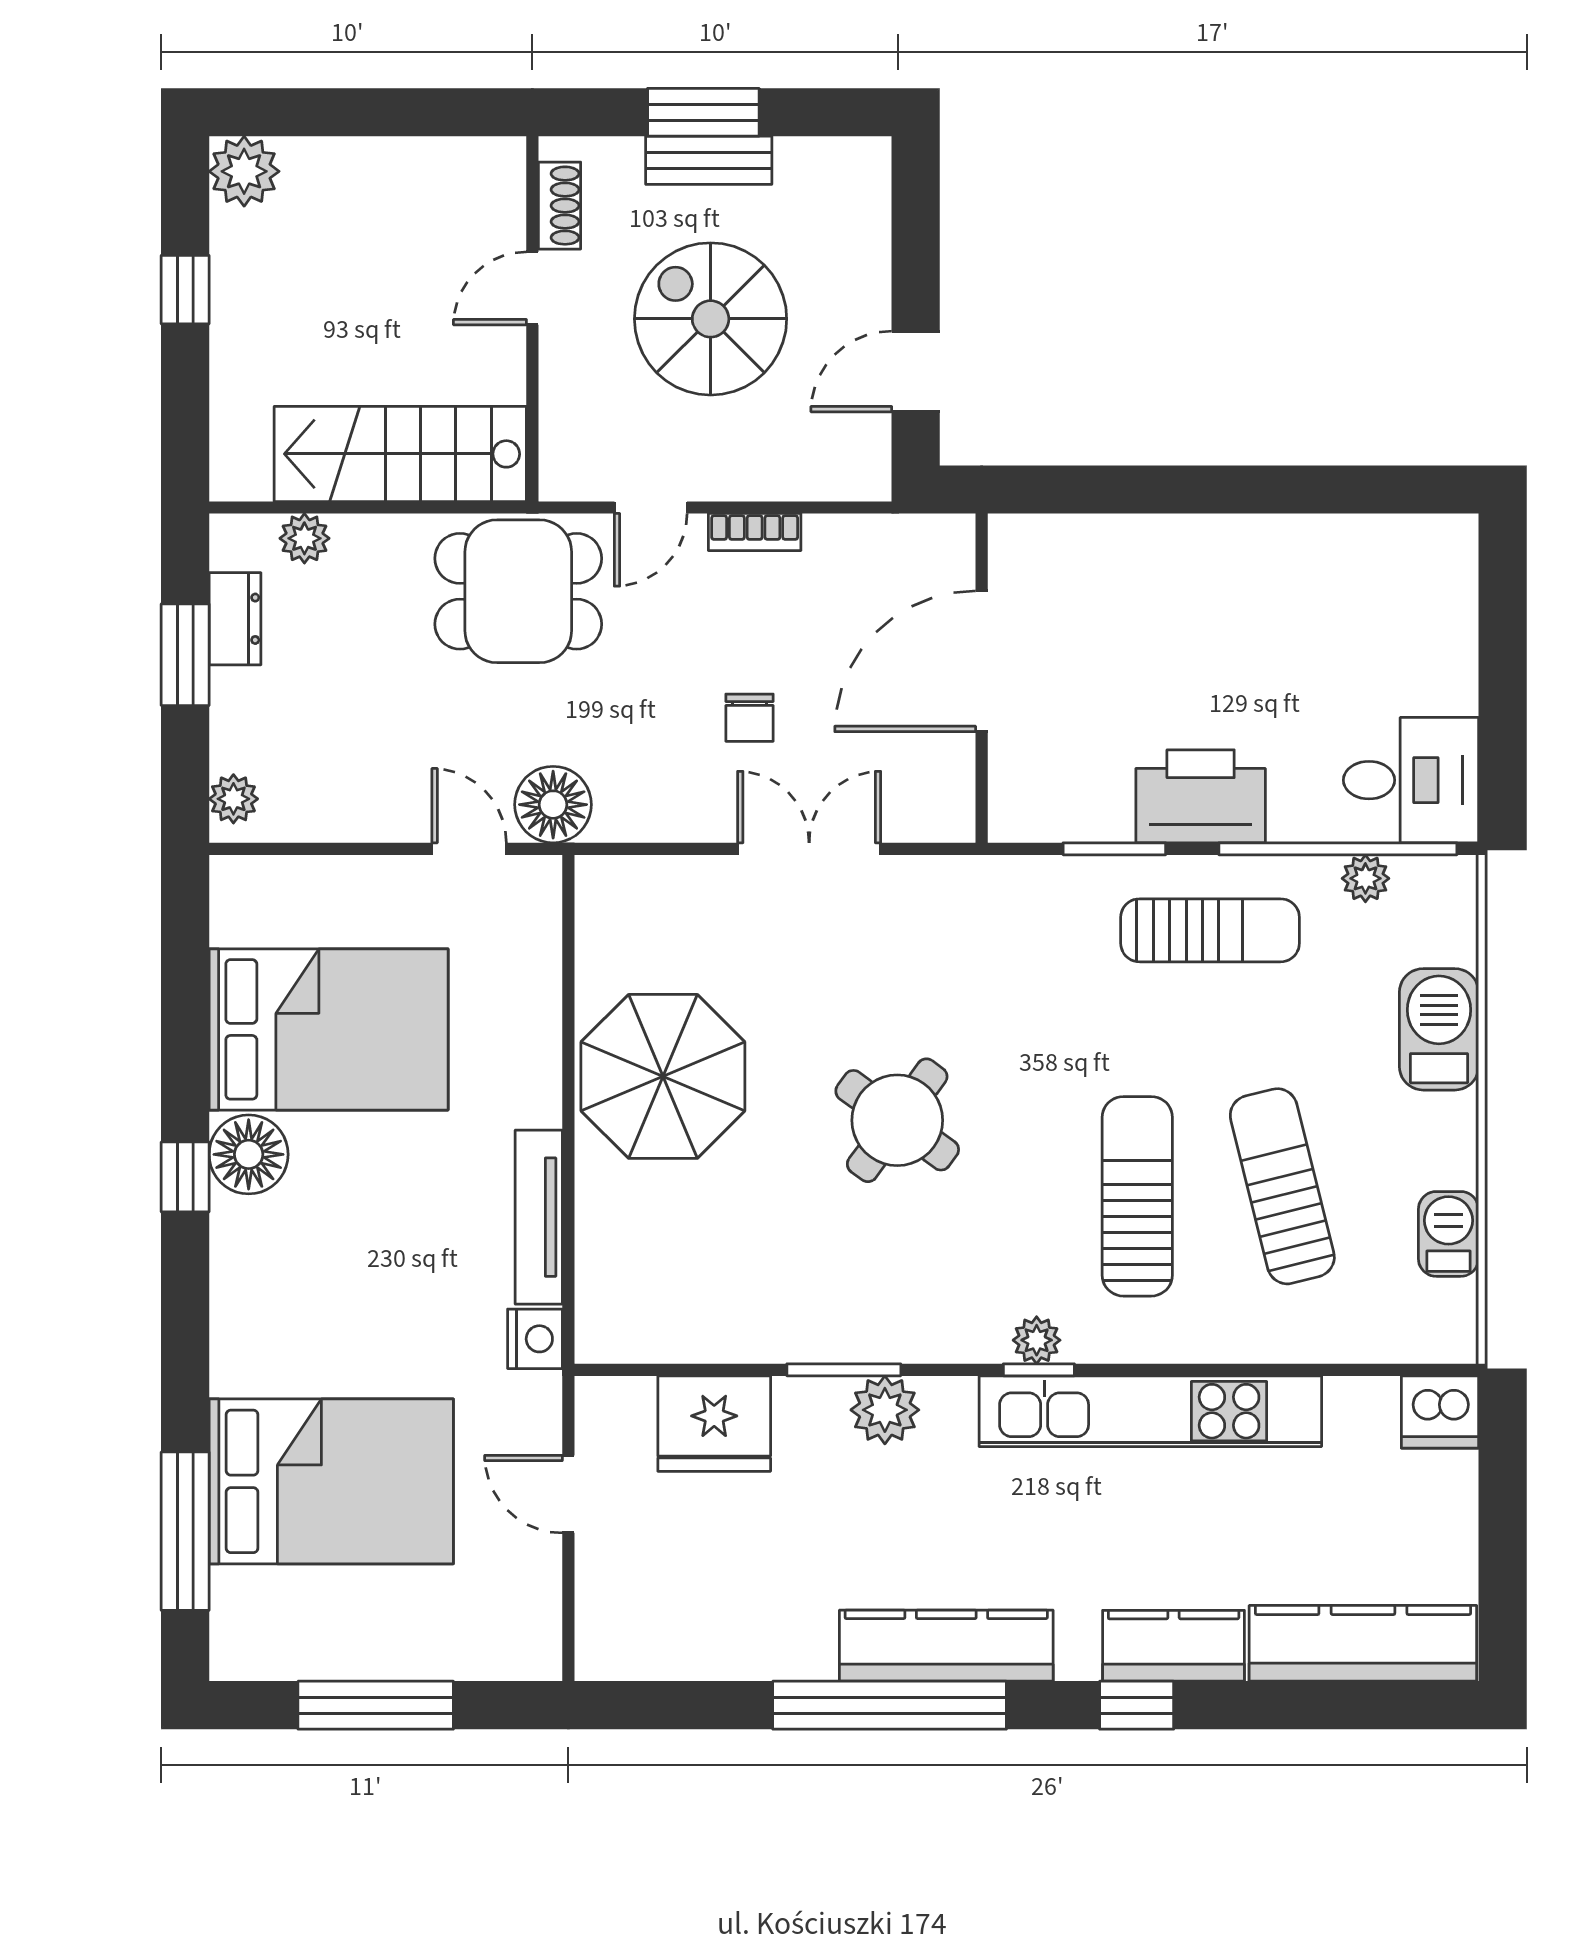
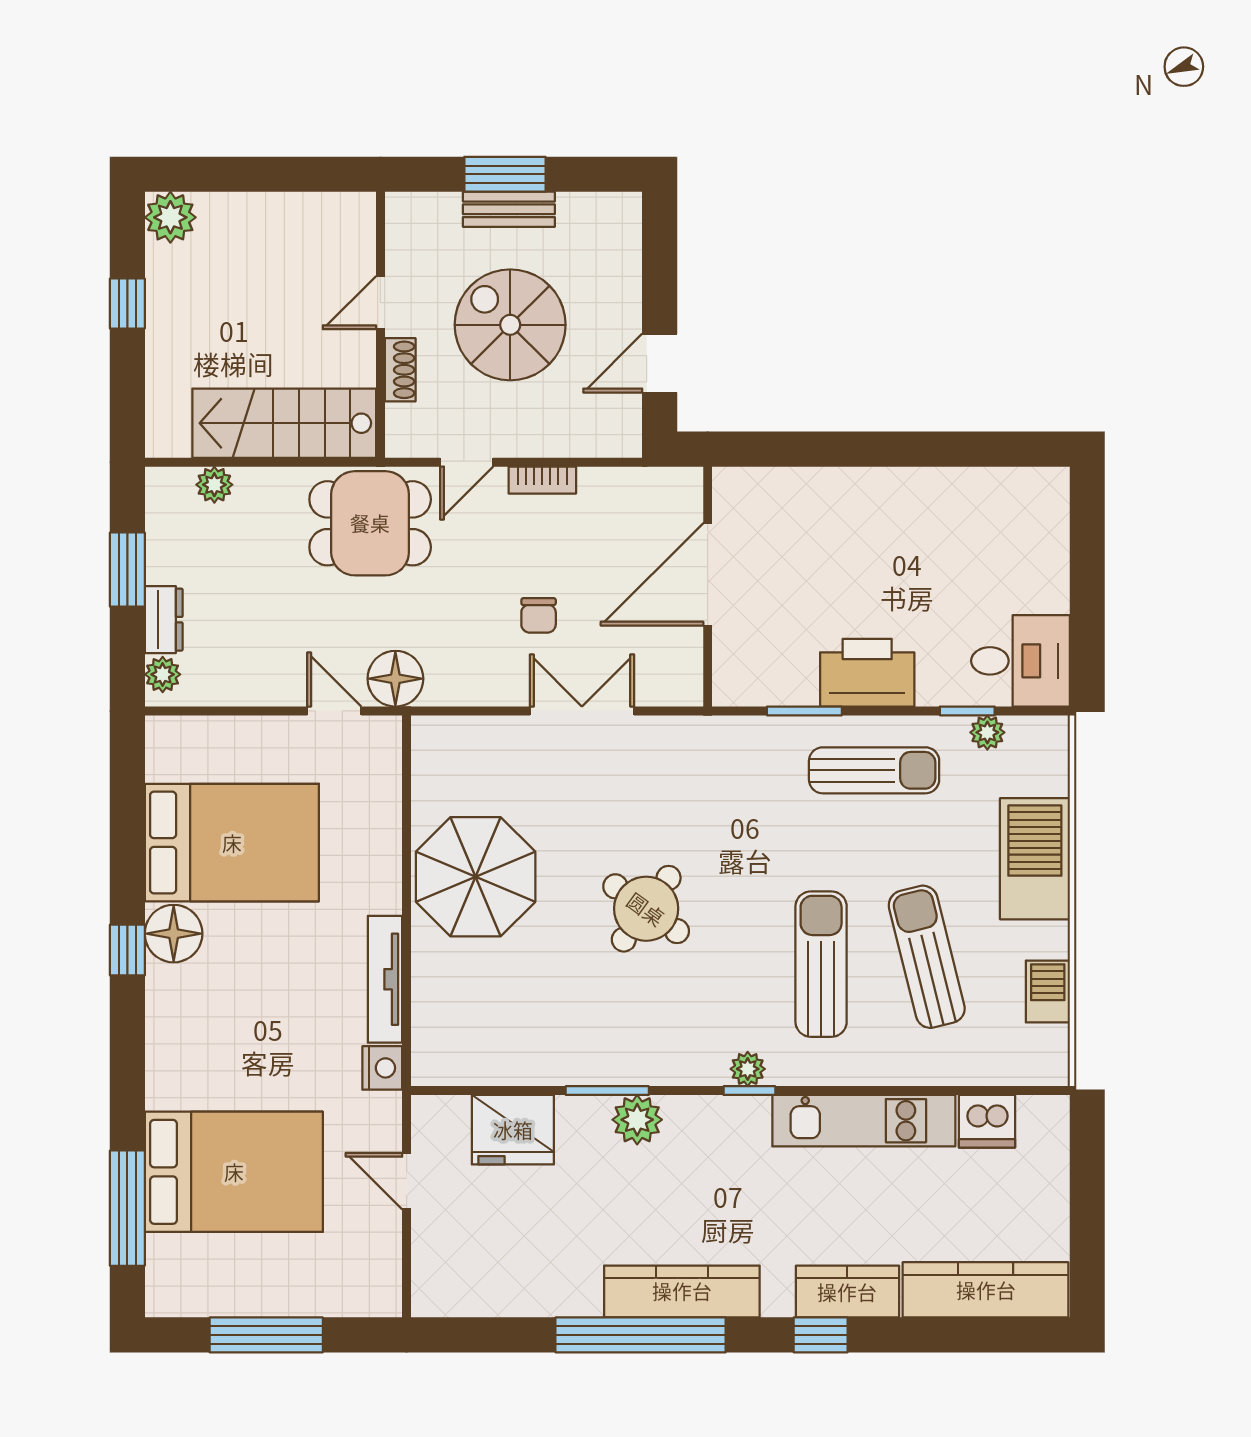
shoe rack: (560, 206) -> (400, 370), moved
dresser: (235, 619) -> (164, 620), moved
window: (1338, 849) -> (967, 711), width x0.32
barbecue: (1439, 1029) -> (1035, 859), width x1.37, depth x1.21
kitchen unit: (1150, 1411) -> (864, 1121), width x0.73
dishwasher: (1440, 1412) -> (987, 1121), moved

